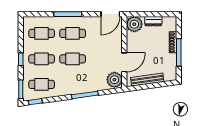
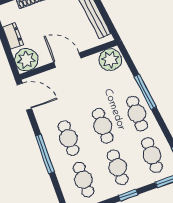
door: (124, 62) -> (67, 60), moved
cafe table: (73, 84) -> (137, 113), added

